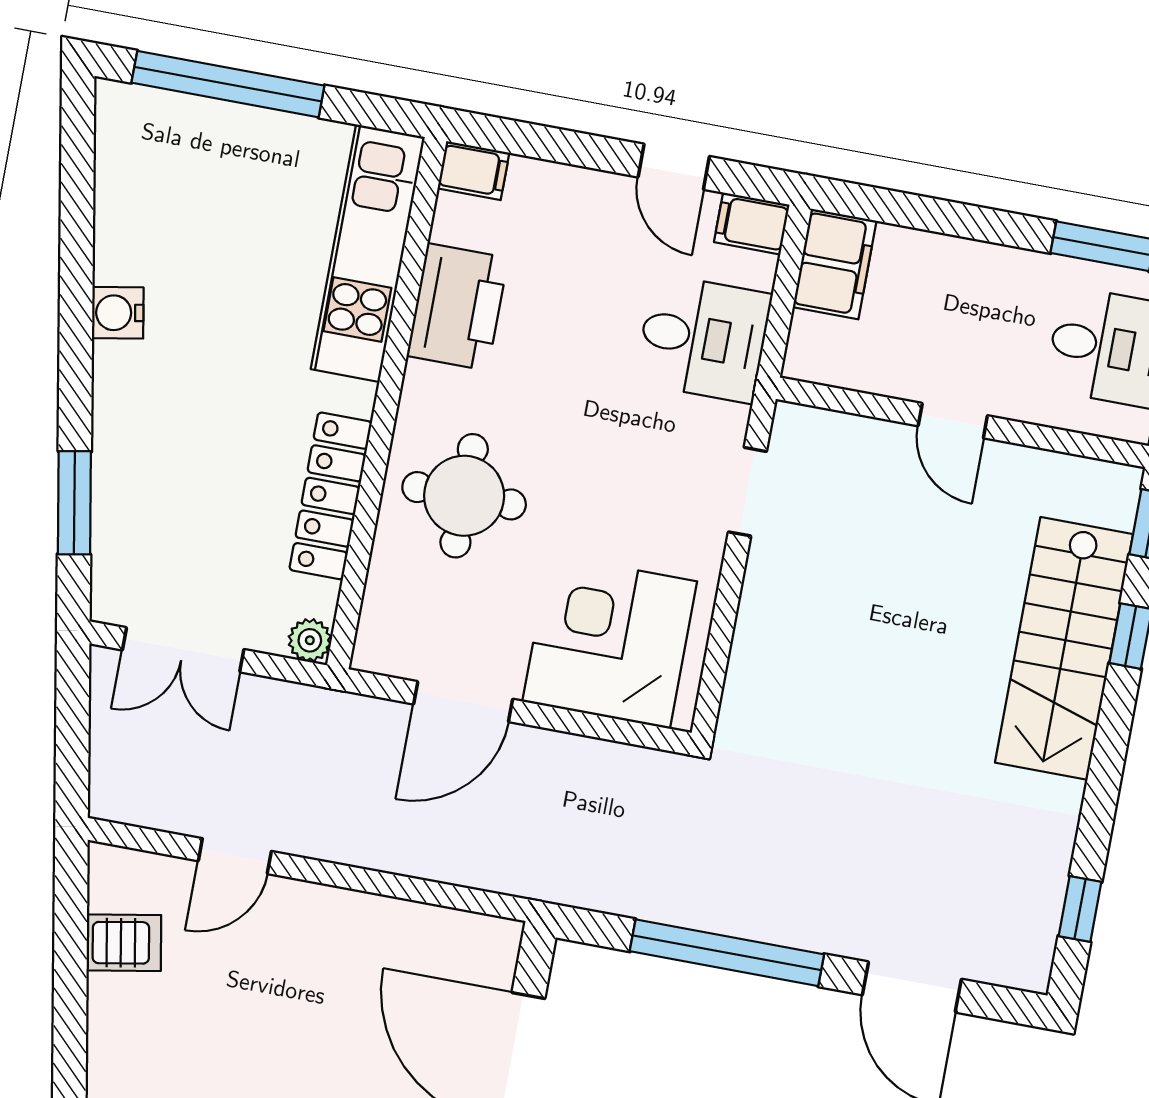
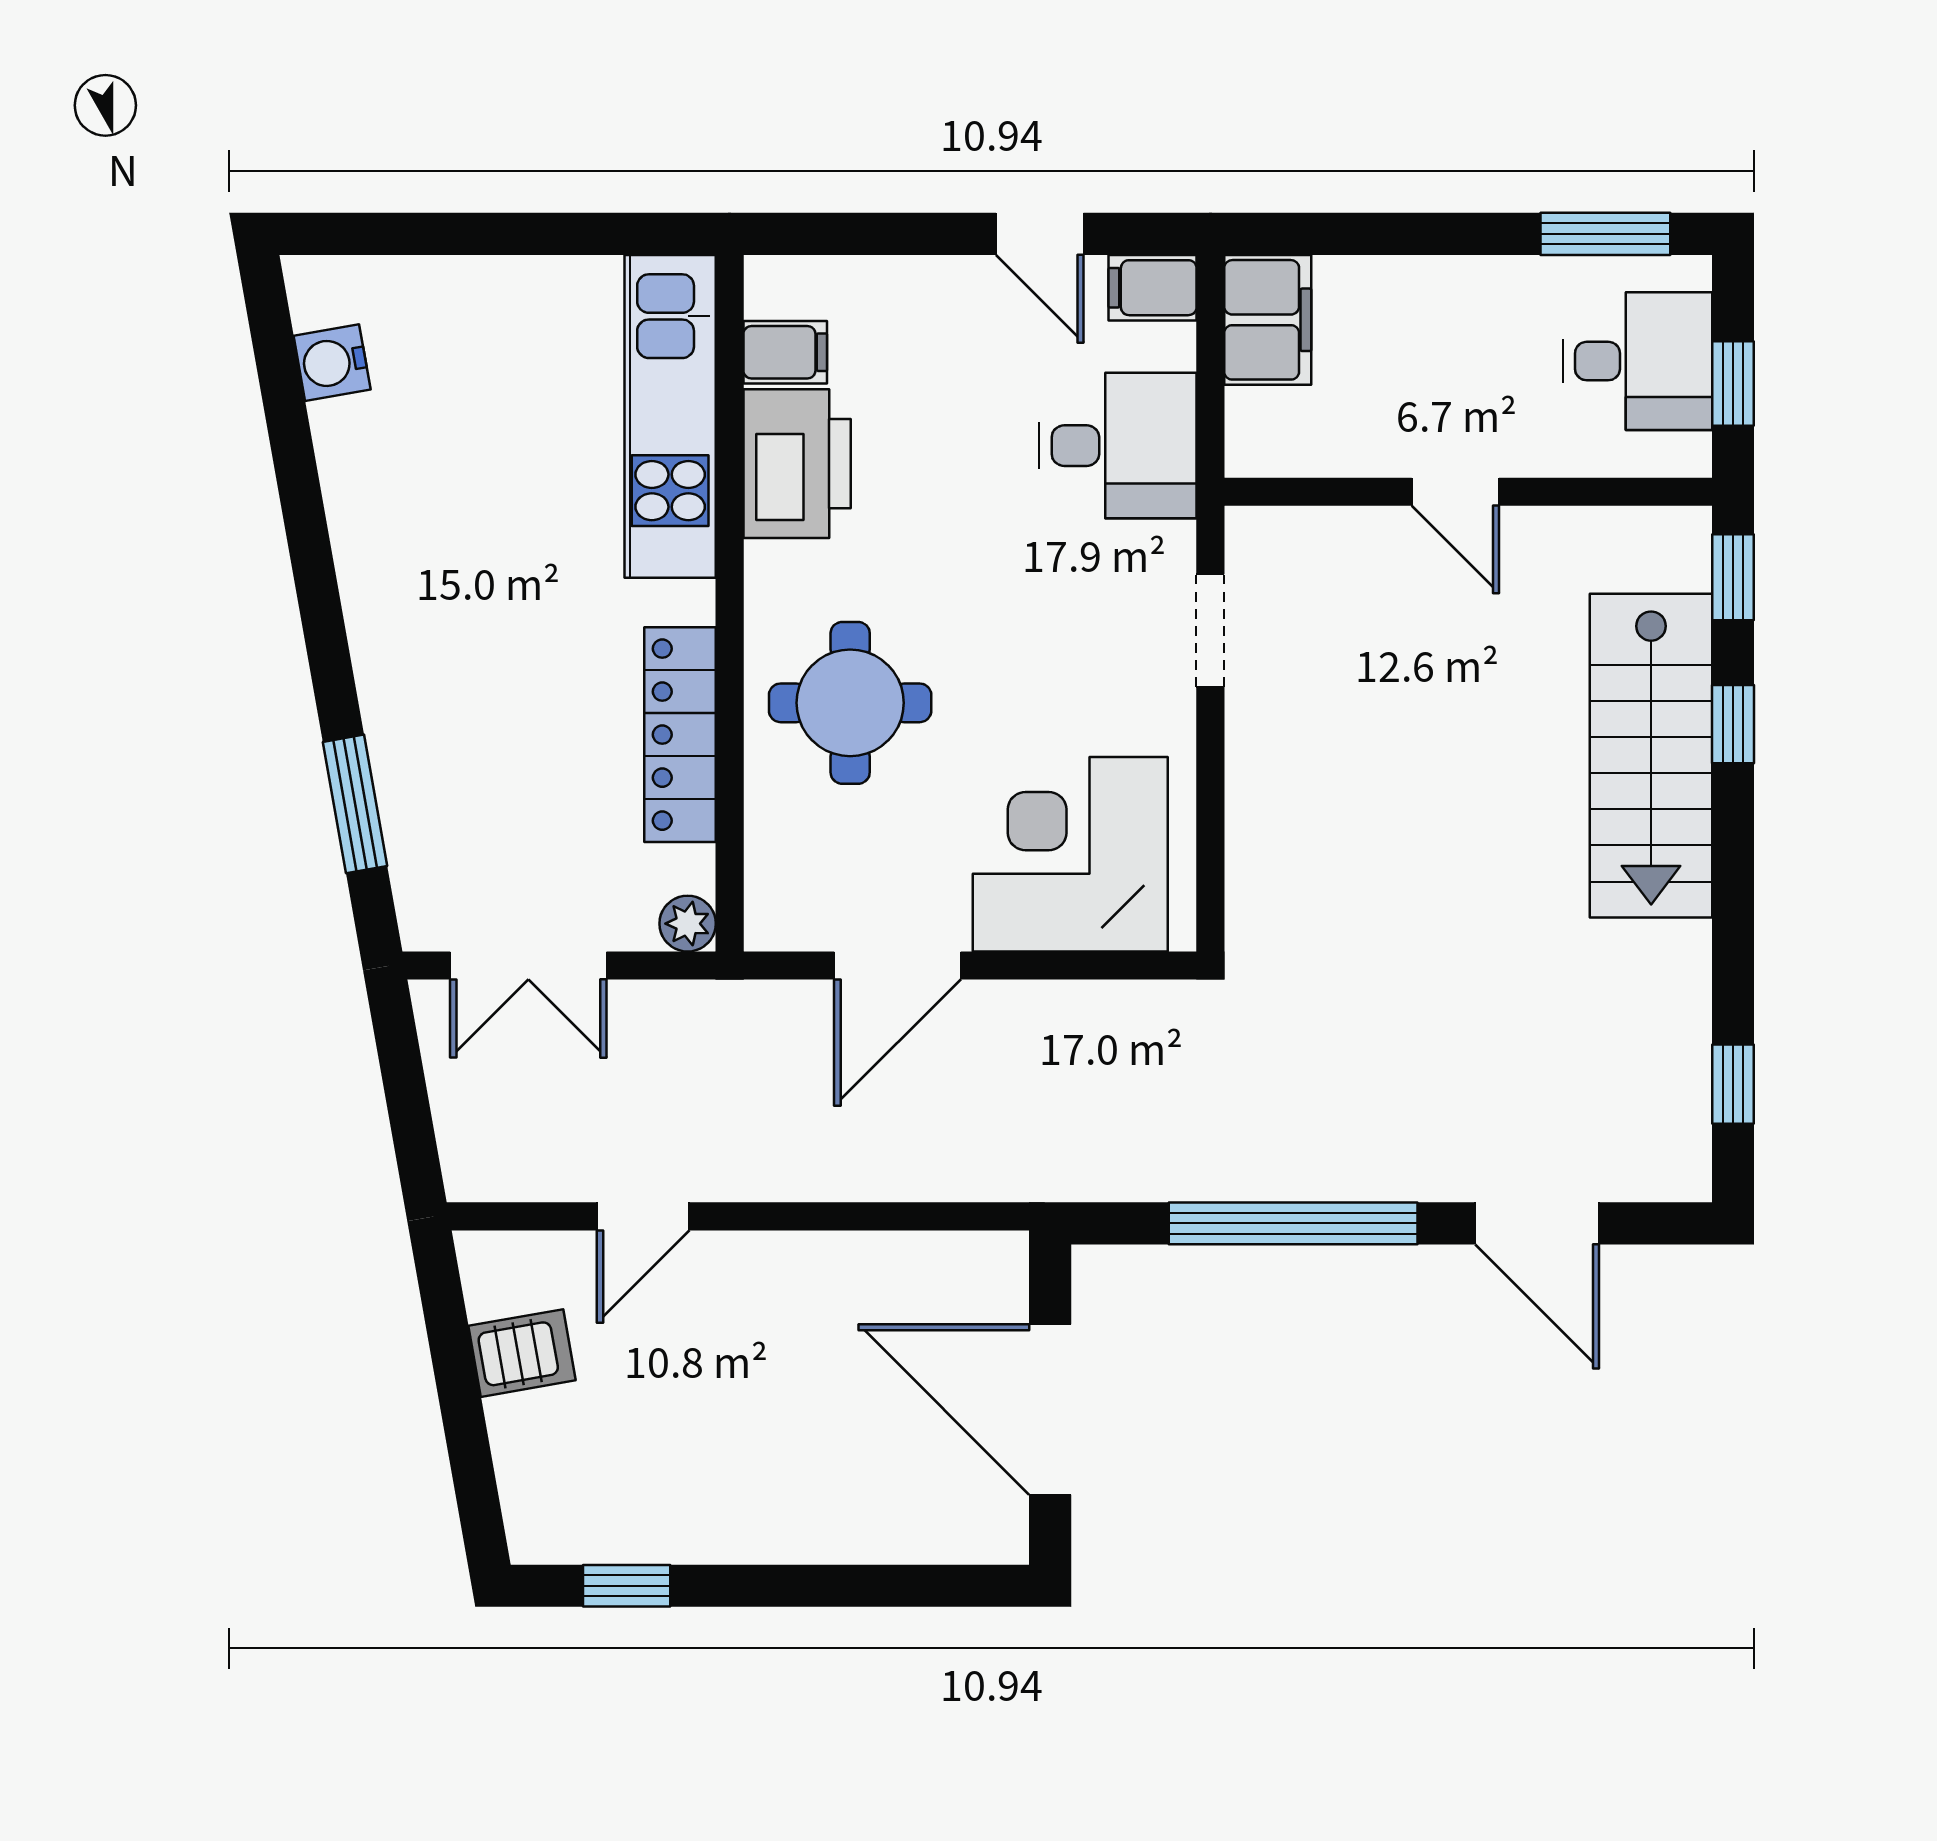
window: (228, 84) -> (452, 234), removed
filing cabinet: (473, 171) -> (785, 352), moved
water cooler: (118, 313) -> (332, 363), moved

